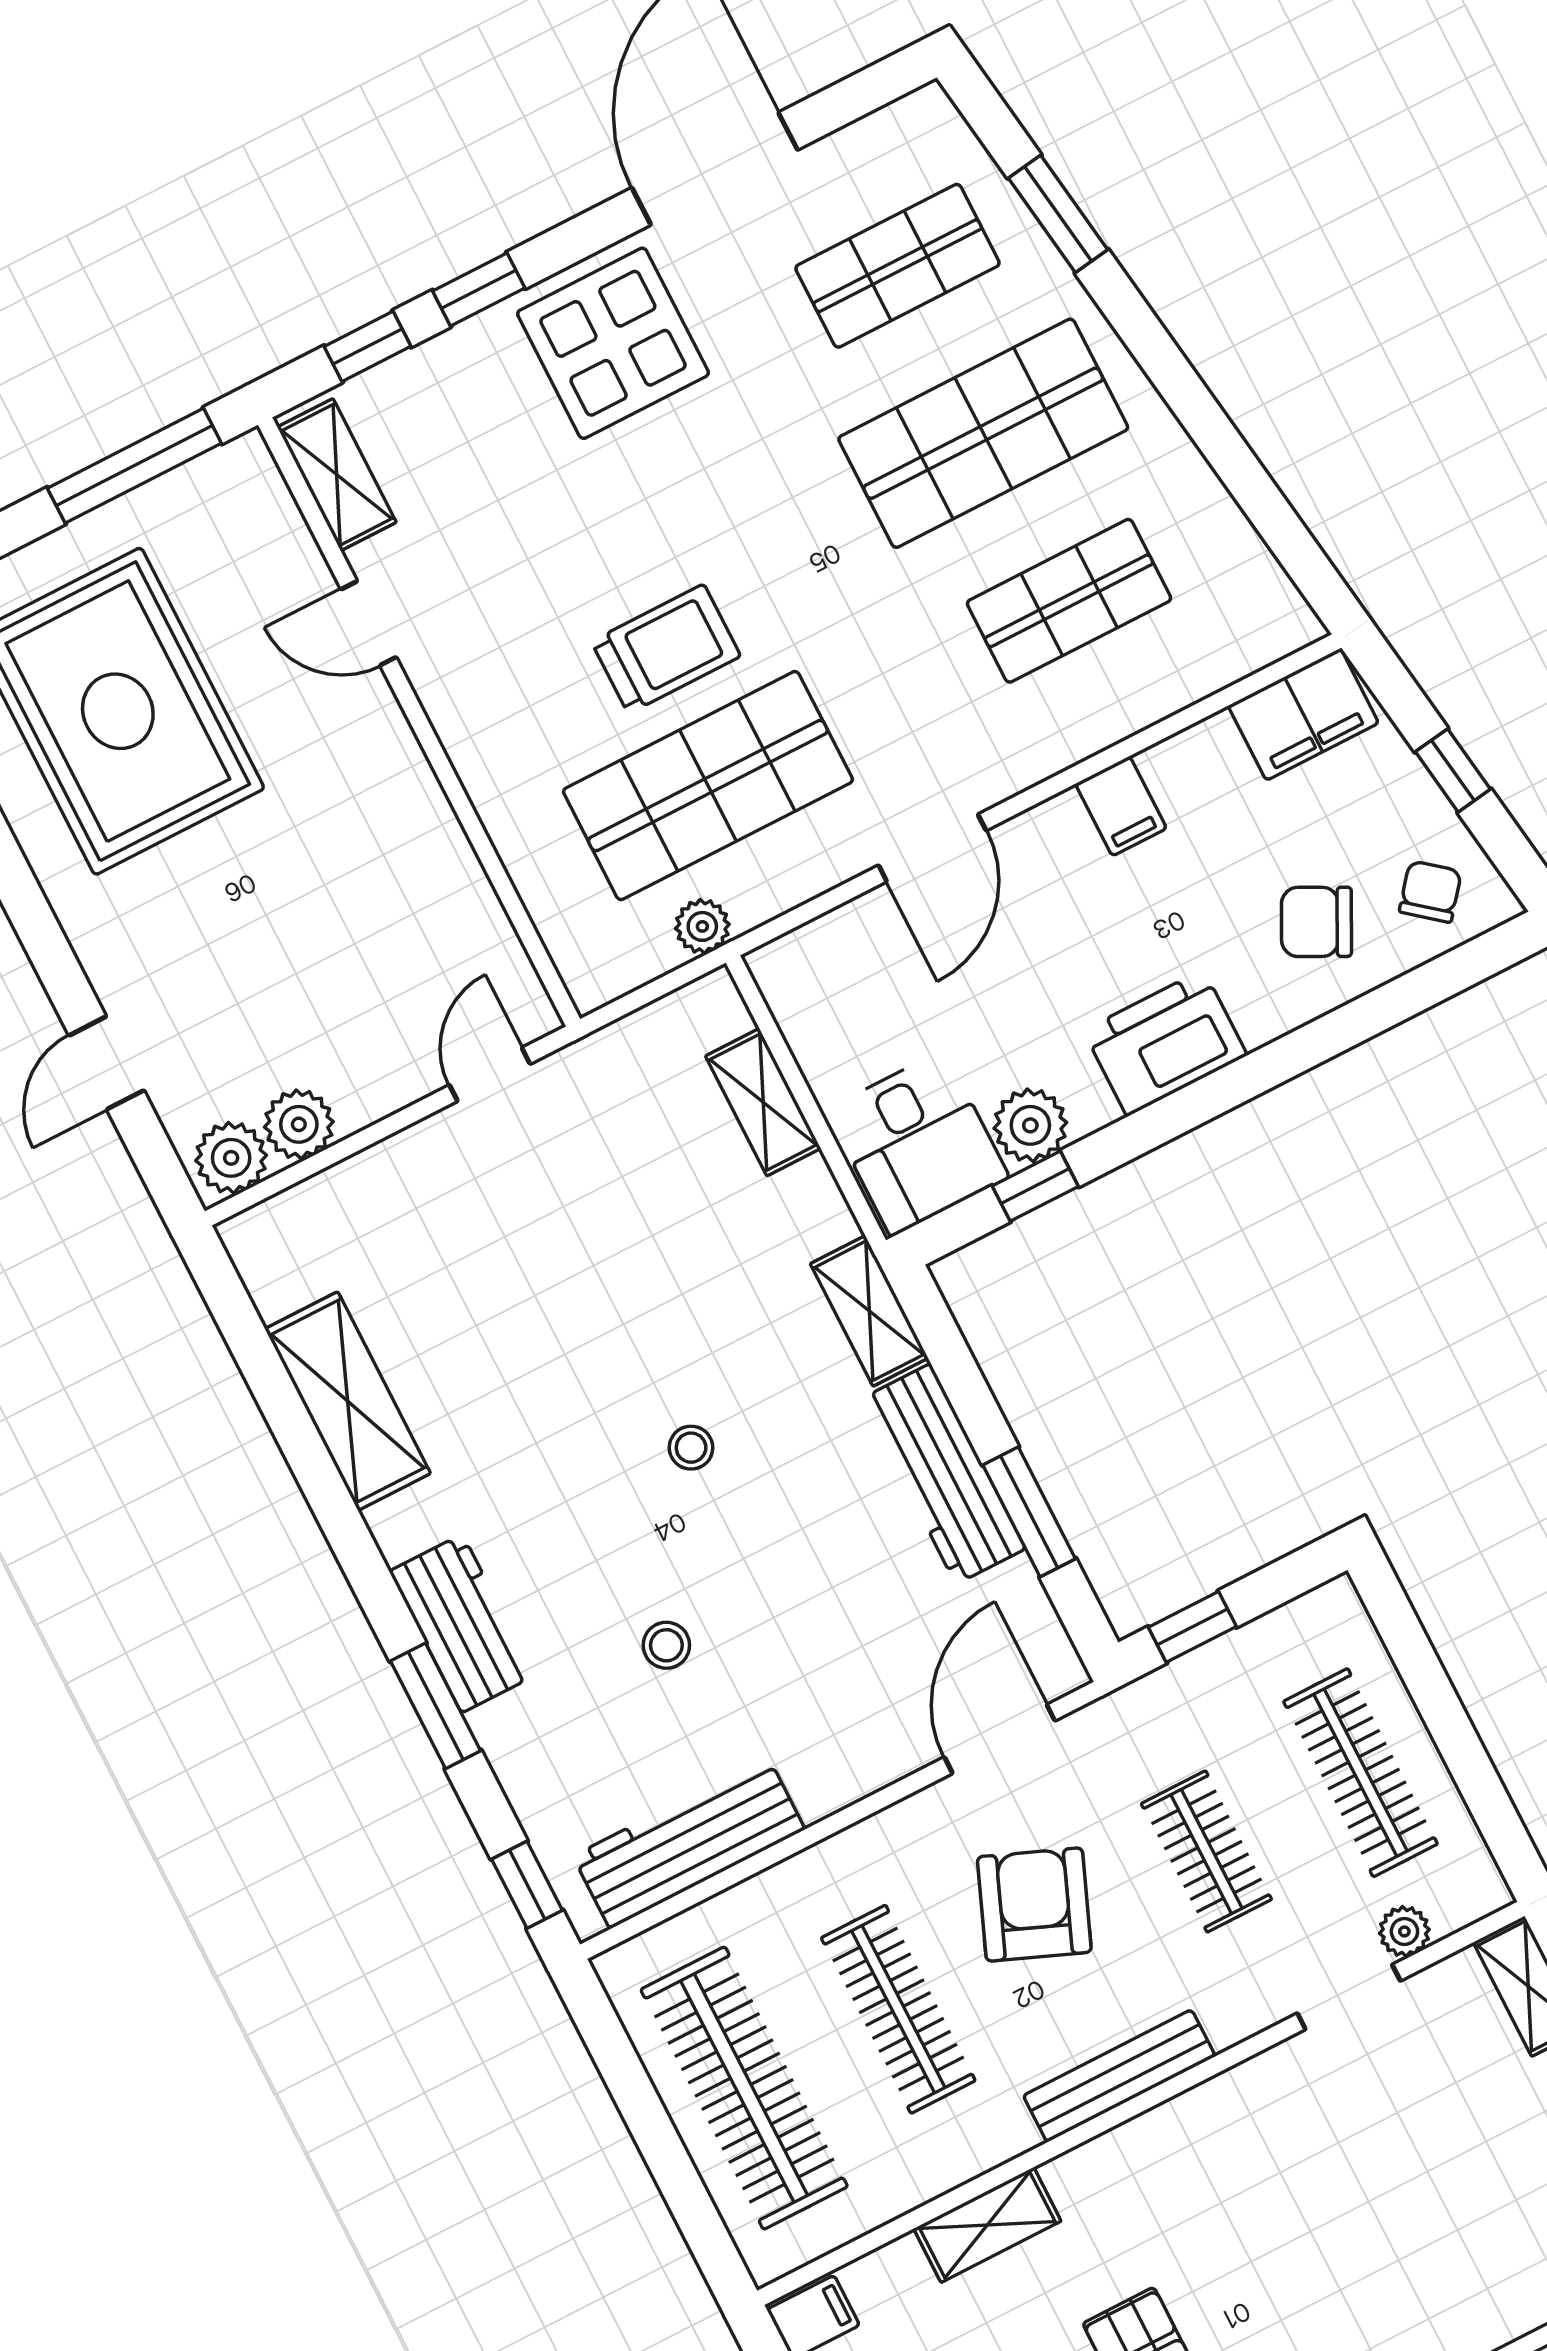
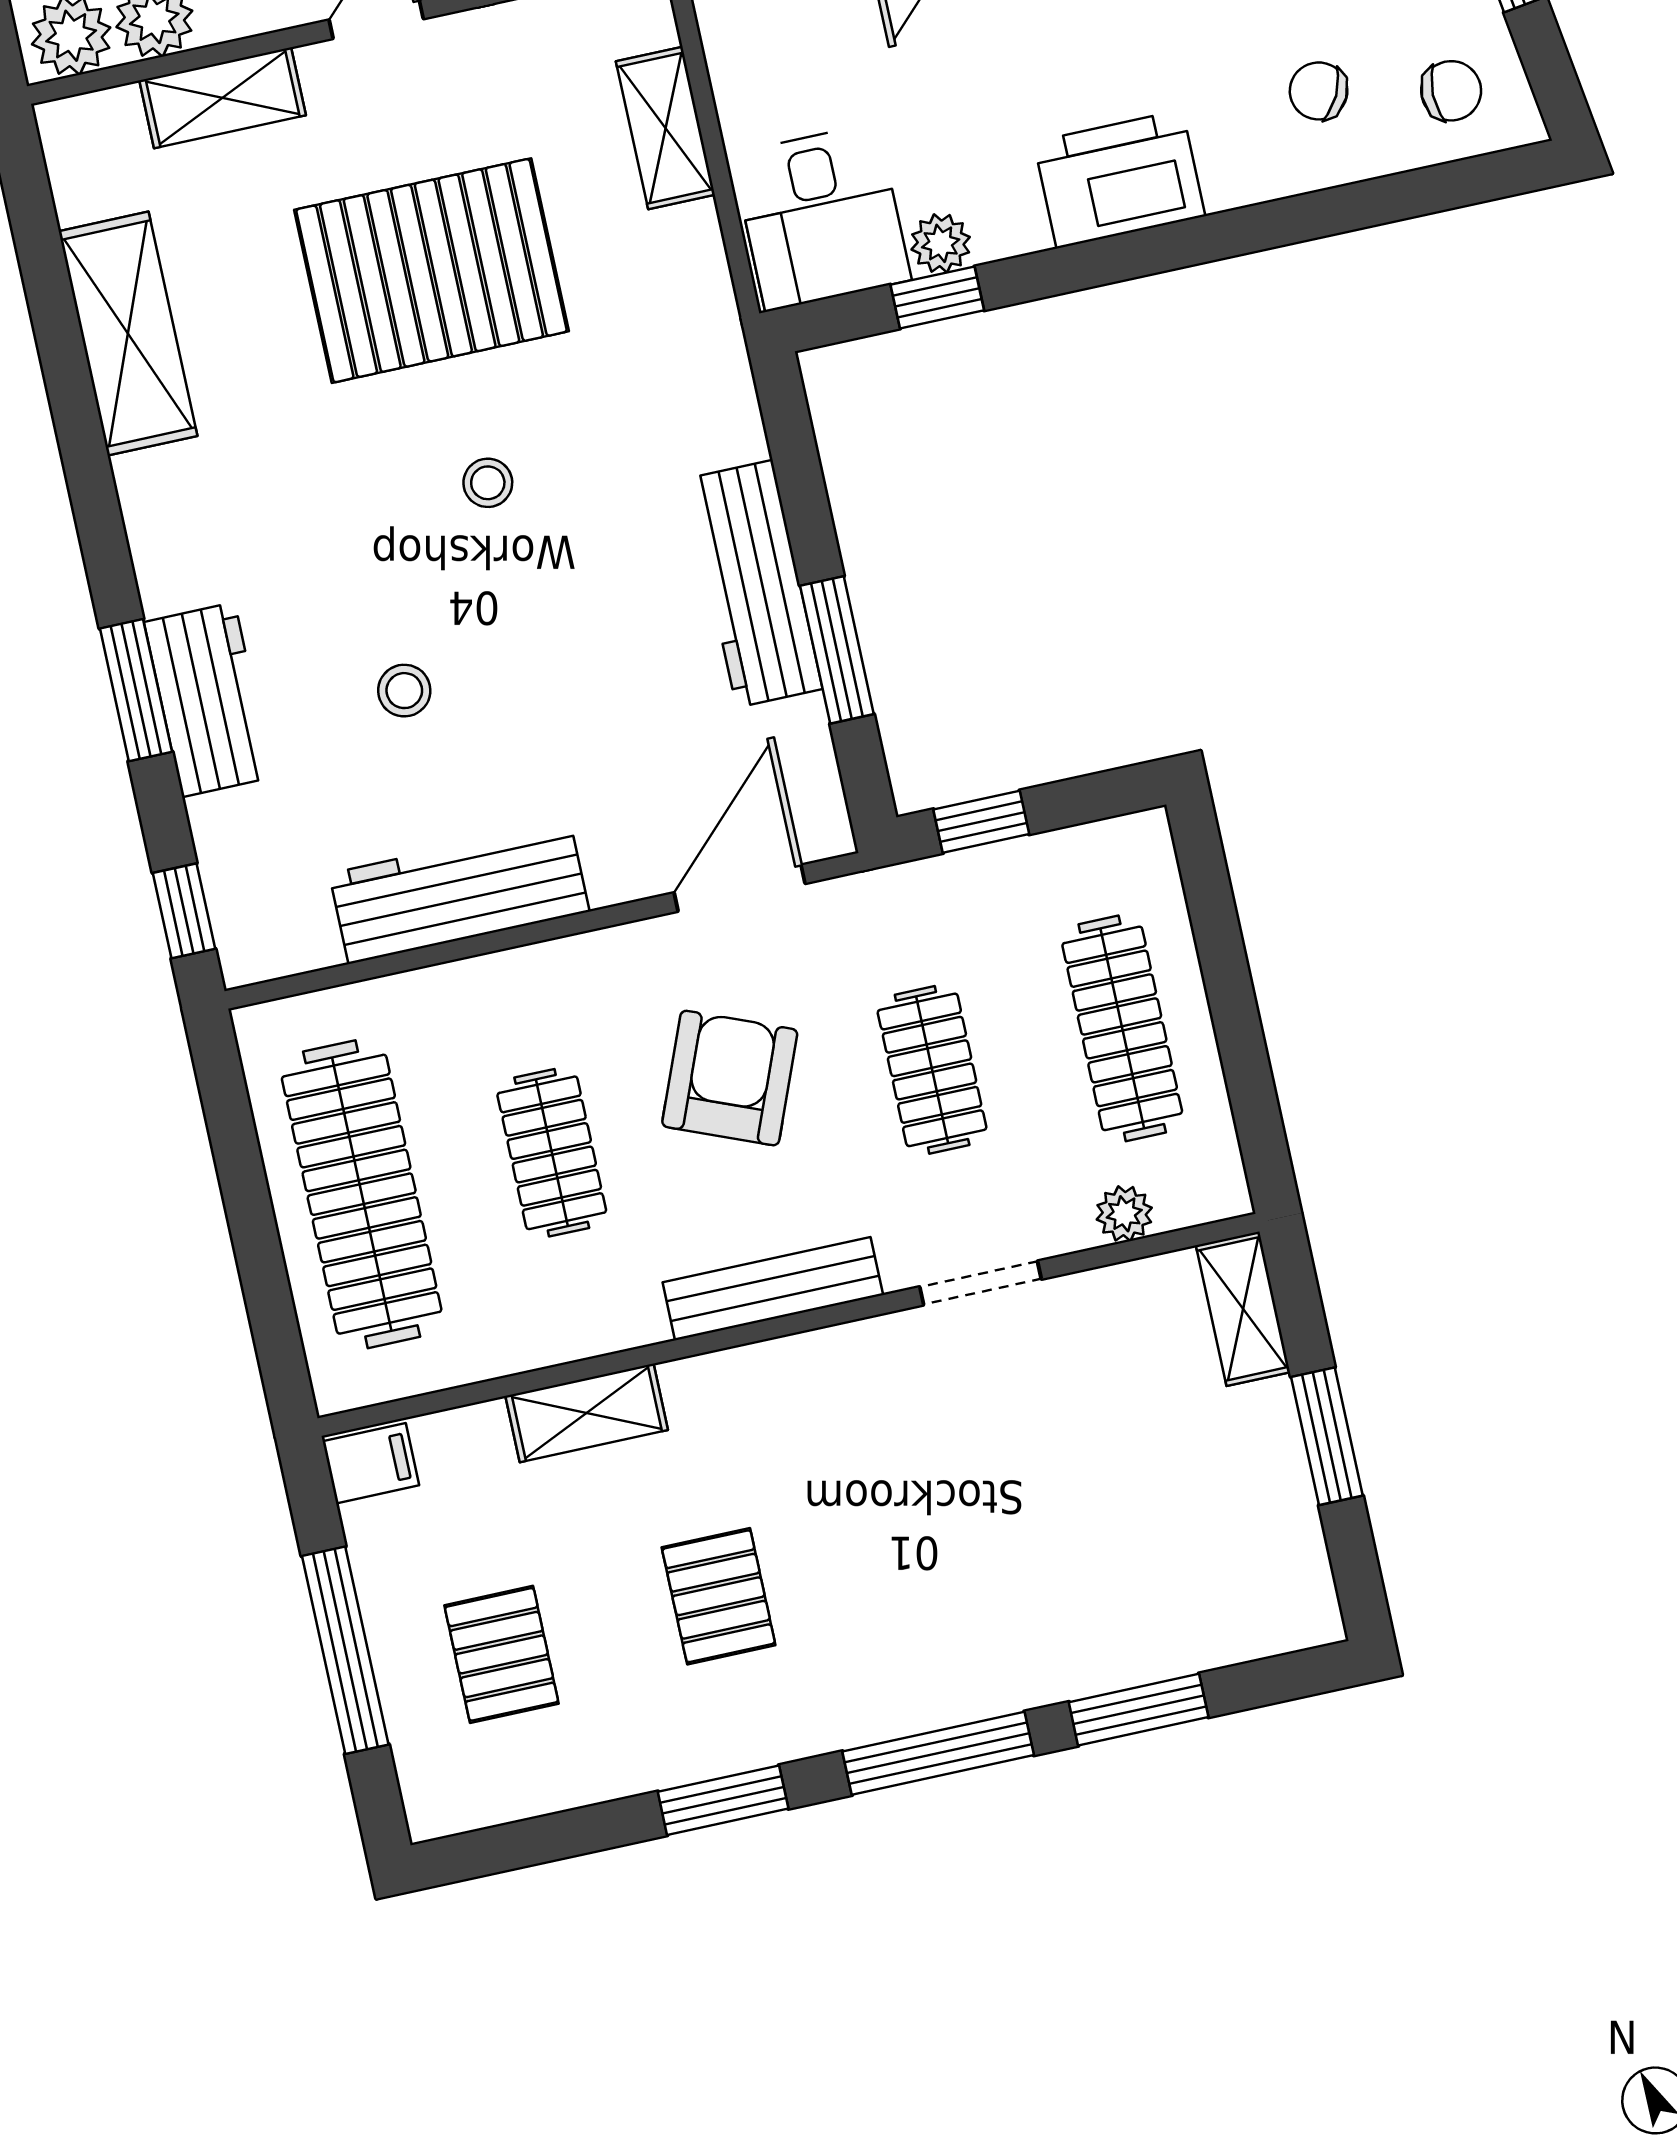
chair: (1430, 892) -> (1451, 91), turned 51
chair: (1316, 922) -> (1319, 91), width x0.73, depth x0.73
plant: (1030, 1125) -> (941, 243), width x0.73, depth x0.73
pallet: (594, 1278) -> (431, 271), added
shelving: (869, 1311) -> (223, 98), moved, turned 90
workbench: (462, 1624) -> (208, 700), moved
workbench: (689, 1843) -> (459, 893), moved
doorway: (1349, 1997) -> (981, 1283), moved
clothes rail: (898, 2009) -> (552, 1153), width x0.73

